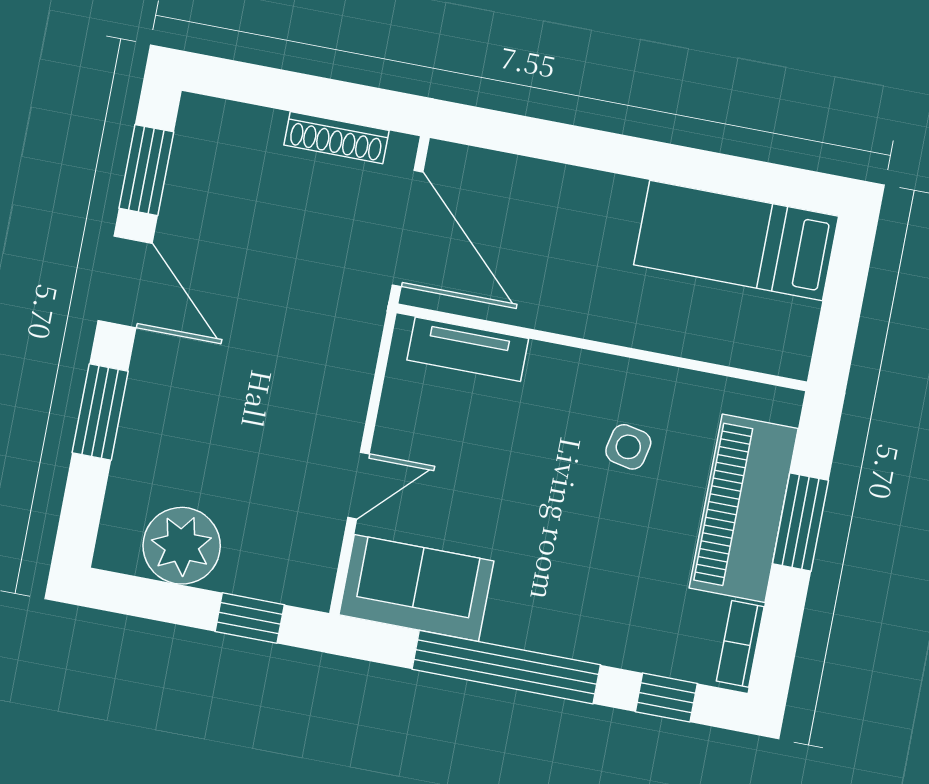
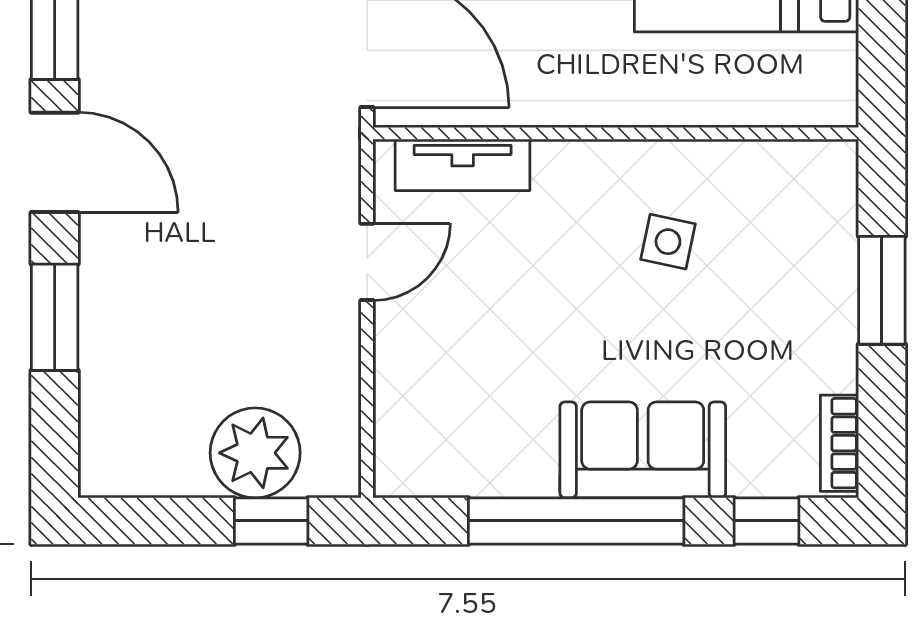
door: (359, 486) -> (367, 262), moved
piano: (744, 508) -> (814, 287), removed
plant: (182, 546) -> (255, 453), moved
sofa: (416, 588) -> (643, 450), moved

